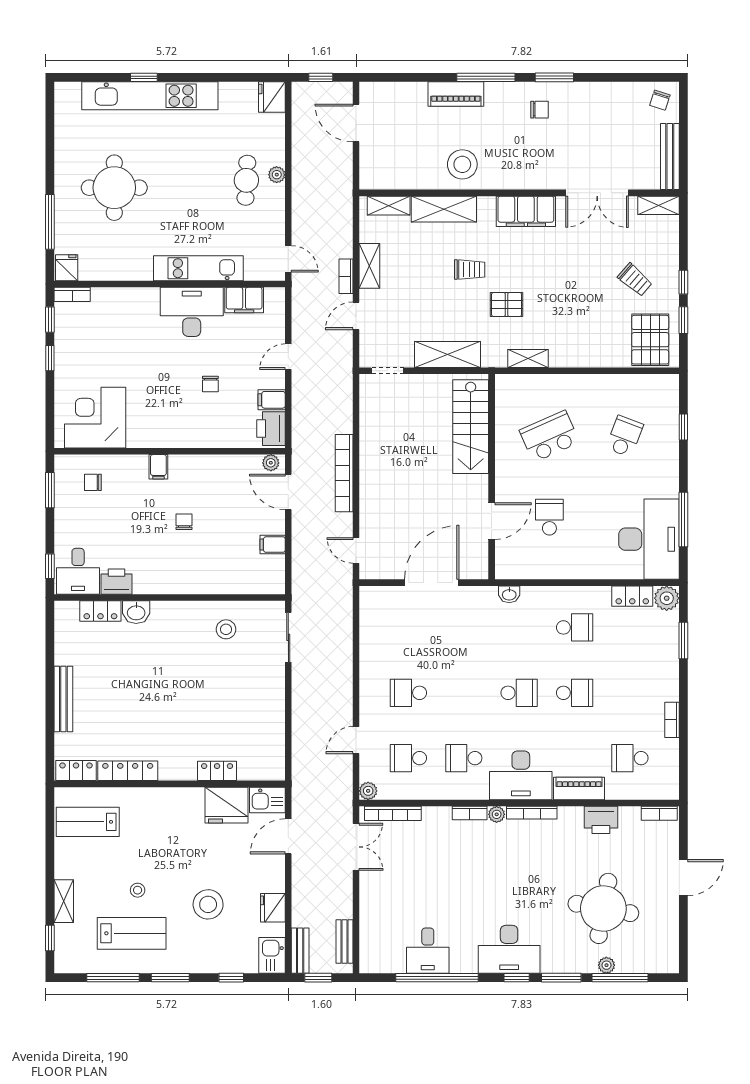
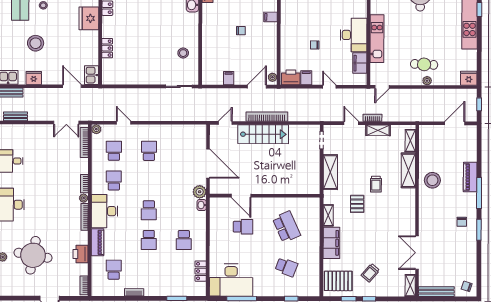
filing cabinet: (526, 211) -> (331, 243), moved, turned 180
stairs: (471, 427) -> (263, 134), moved, turned 180
plant: (667, 598) -> (200, 192), moved
fridge: (227, 805) -> (89, 18), moved

